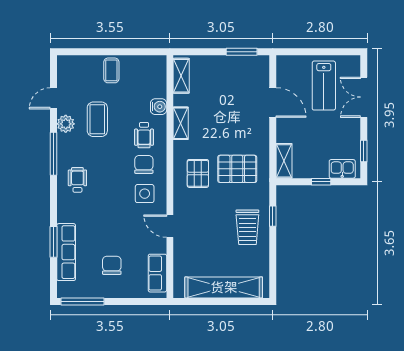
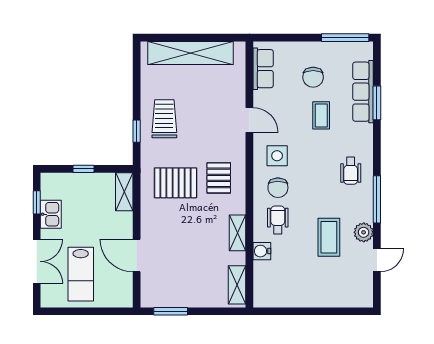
coffee table: (111, 70) -> (321, 115), moved
lab bench: (324, 86) -> (81, 274), turned 180
kitchen sink: (342, 169) -> (51, 214), moved, turned -90

